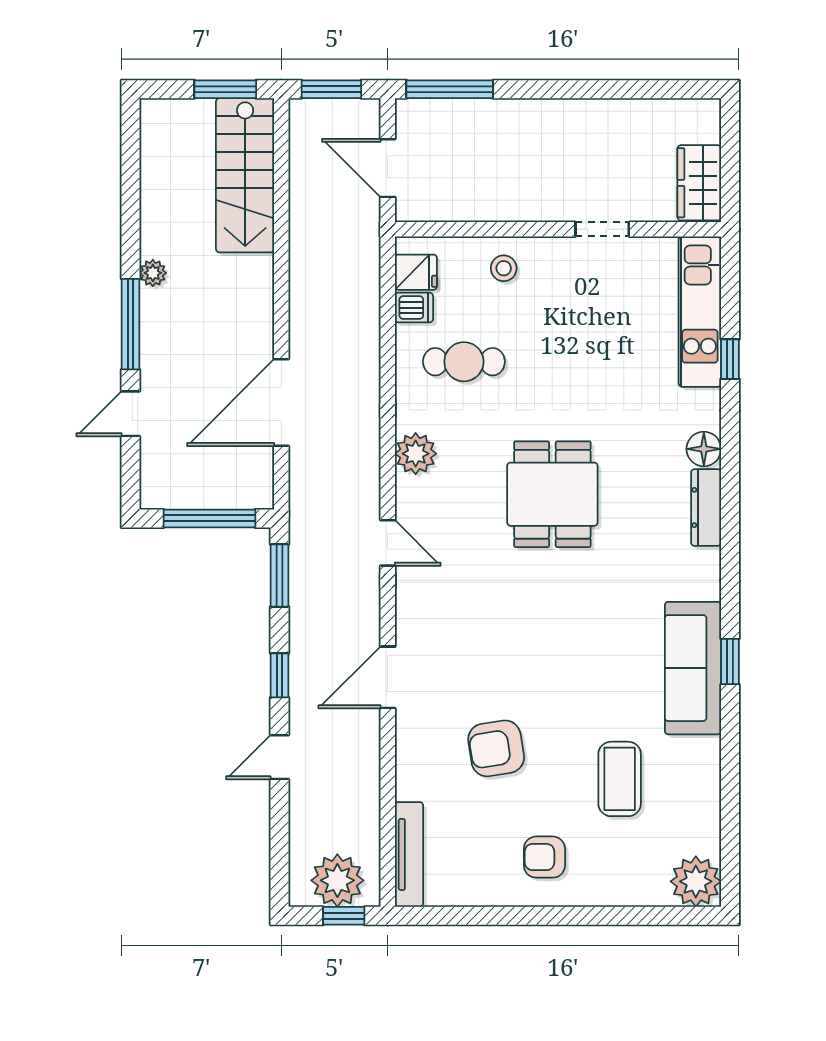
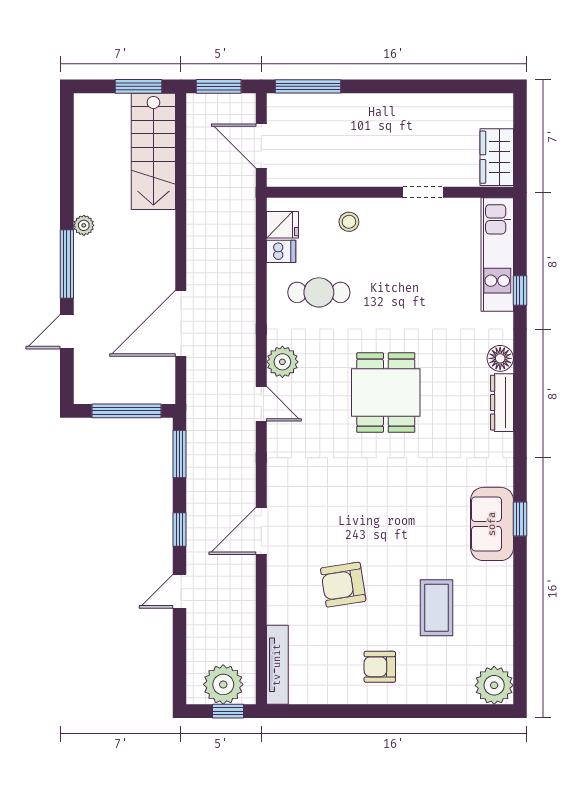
door: (388, 543) -> (261, 404), moved
sofa: (693, 668) -> (492, 524), width x0.73

